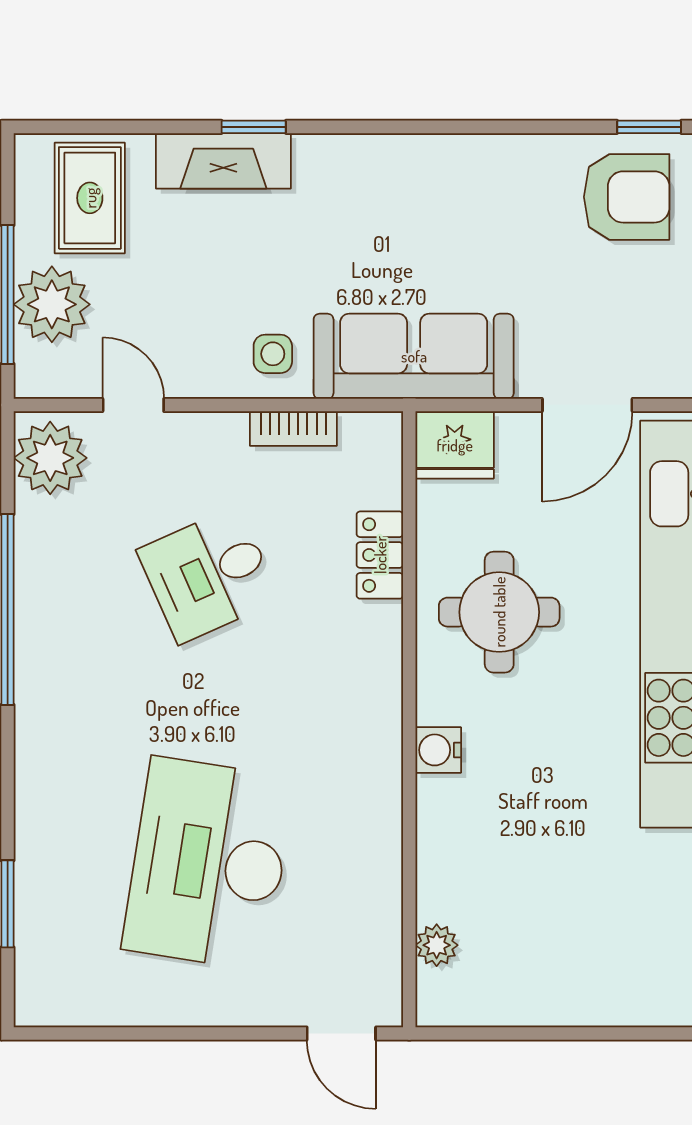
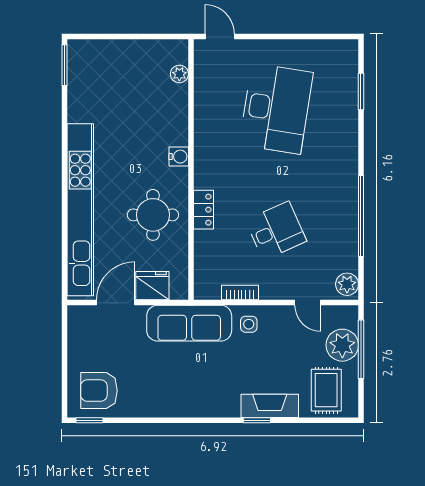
fridge: (455, 445) -> (152, 286), moved
plant: (50, 458) -> (347, 284), width x0.73, depth x0.73
locker: (380, 555) -> (203, 210), moved

